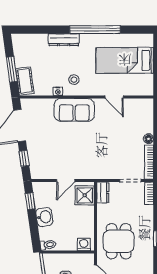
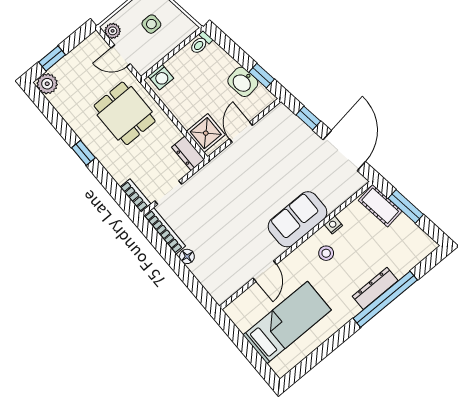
window: (95, 30) -> (385, 299), moved
door: (114, 97) -> (265, 271), swing flipped
washbasin: (44, 217) -> (243, 82), moved

